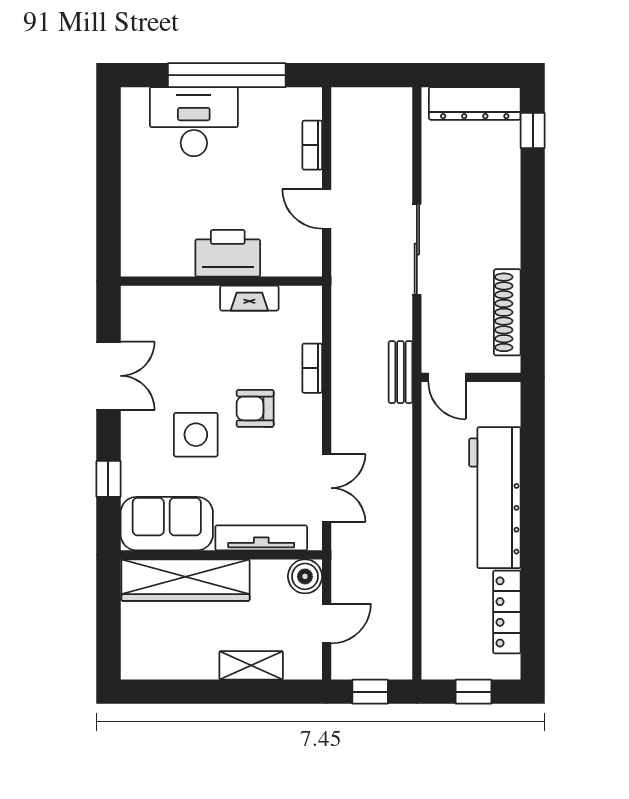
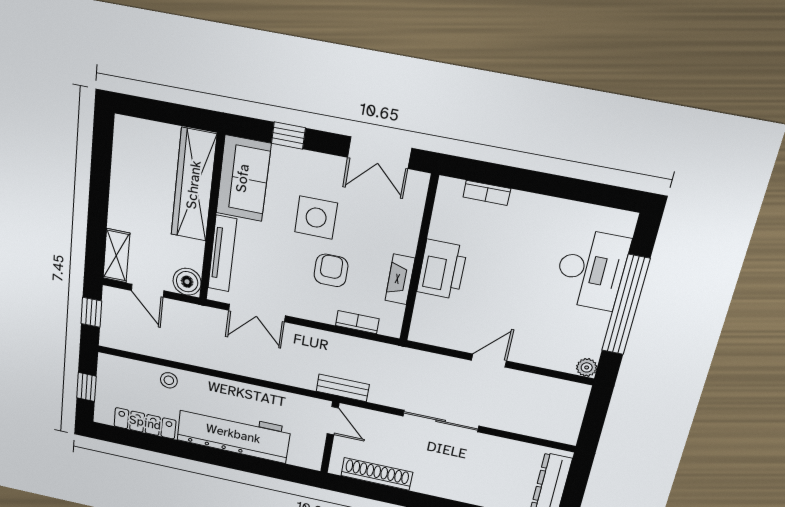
plant: (310, 99) -> (587, 367), added
bookcase: (312, 145) -> (487, 193), moved, turned 180
printer: (228, 253) -> (442, 269), moved
wall: (221, 281) -> (419, 259), moved
fireplace: (249, 298) -> (400, 279), moved
door: (447, 377) -> (333, 421), swing flipped
stool: (440, 587) -> (169, 380), added
shelving: (251, 665) -> (116, 256), moved

